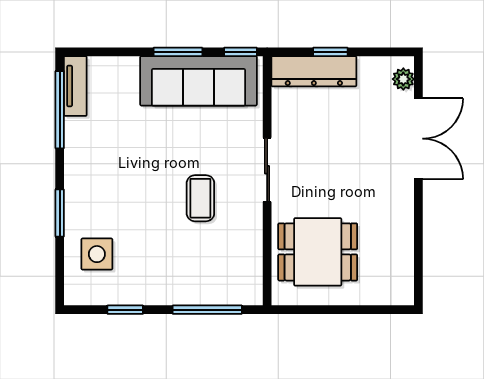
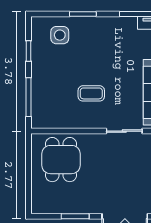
sliding door: (267, 170) -> (124, 131), moved
window: (418, 227) -> (75, 216), added

